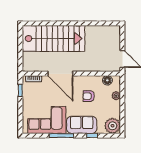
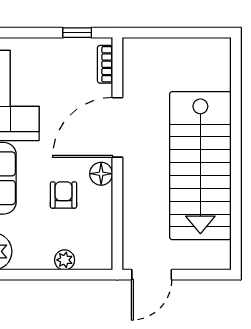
stairs: (53, 38) -> (200, 166), moved
floor lamp: (107, 80) -> (101, 174), moved

